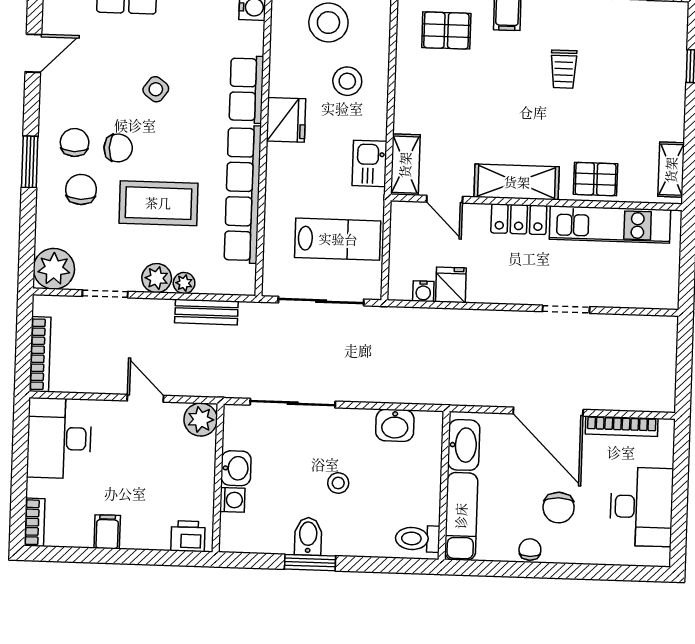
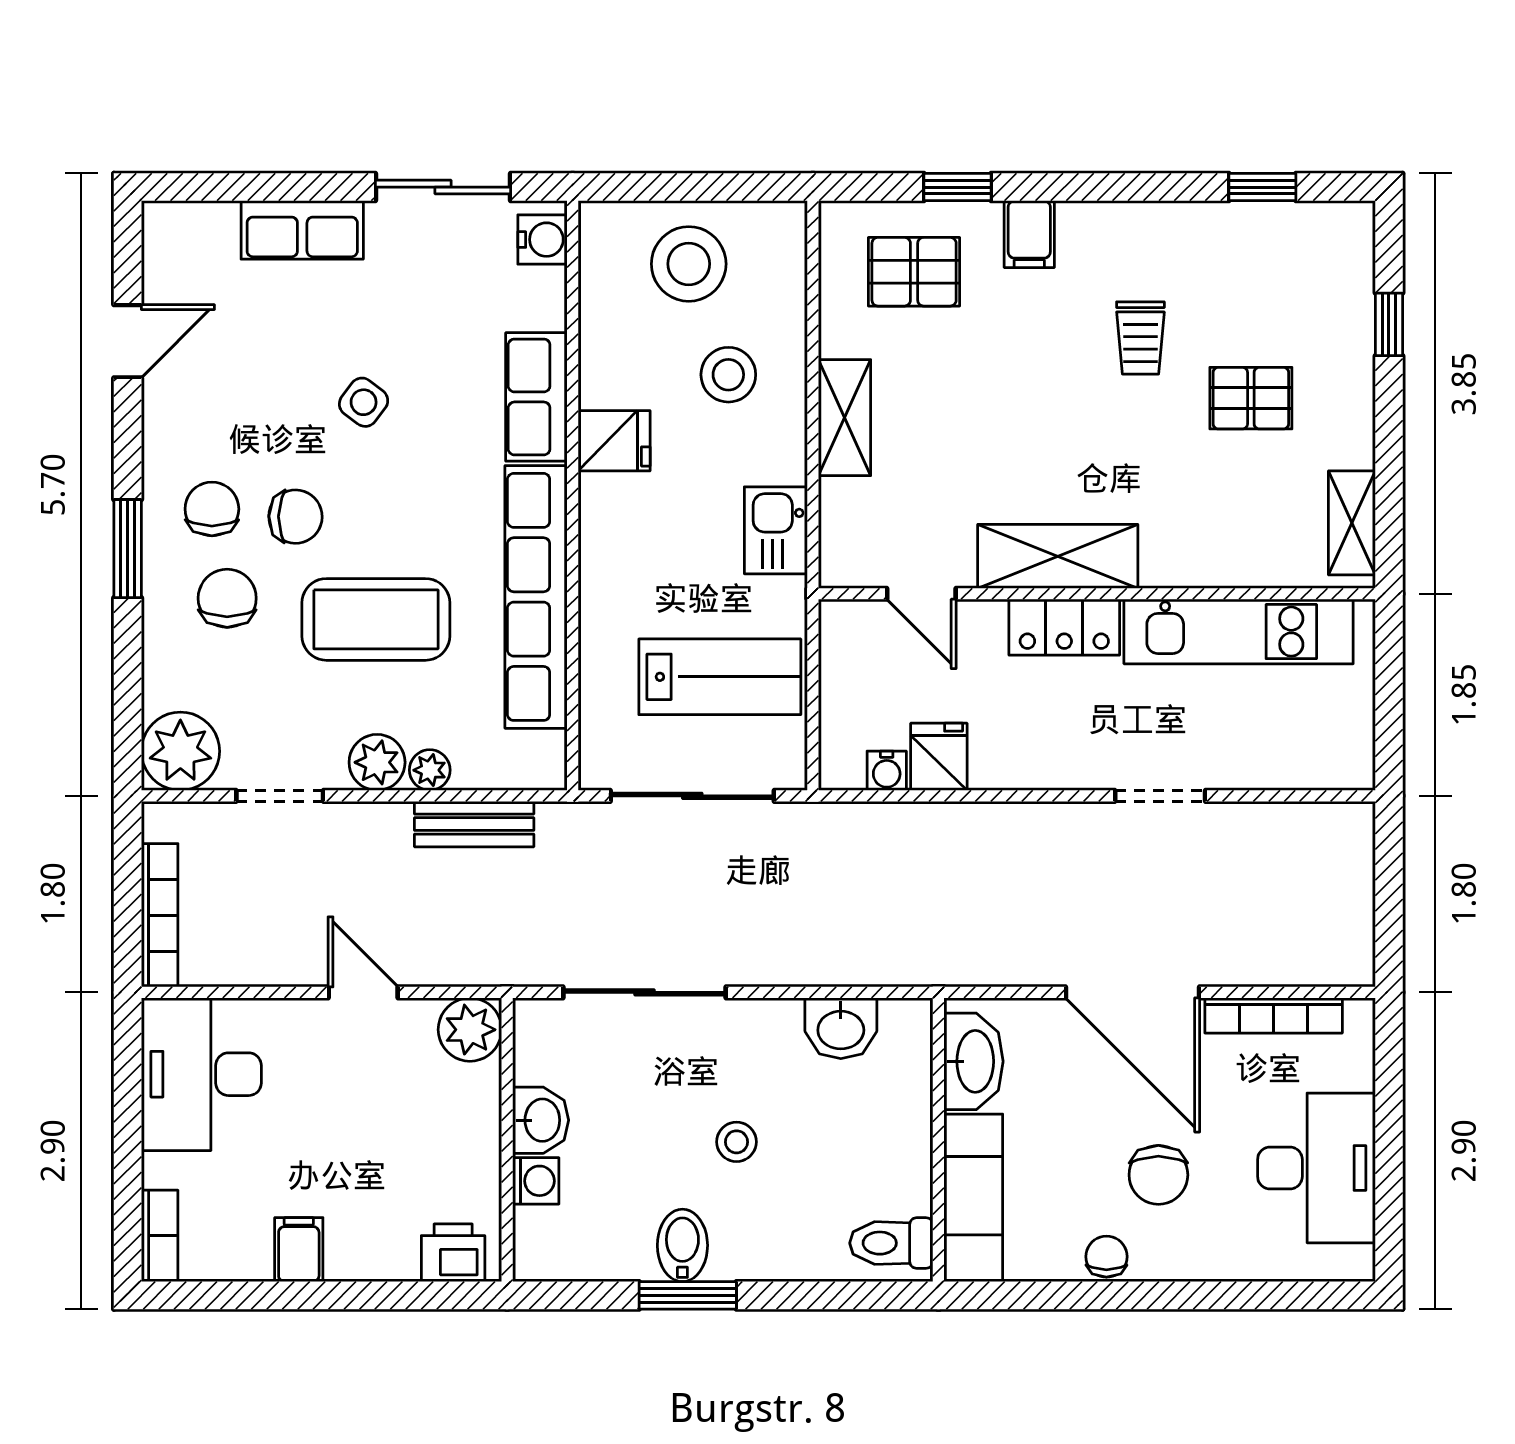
fridge: (286, 120) -> (614, 441), width x0.72
shelving: (405, 165) -> (844, 418), moved
pallet: (596, 179) -> (1251, 398), moved

